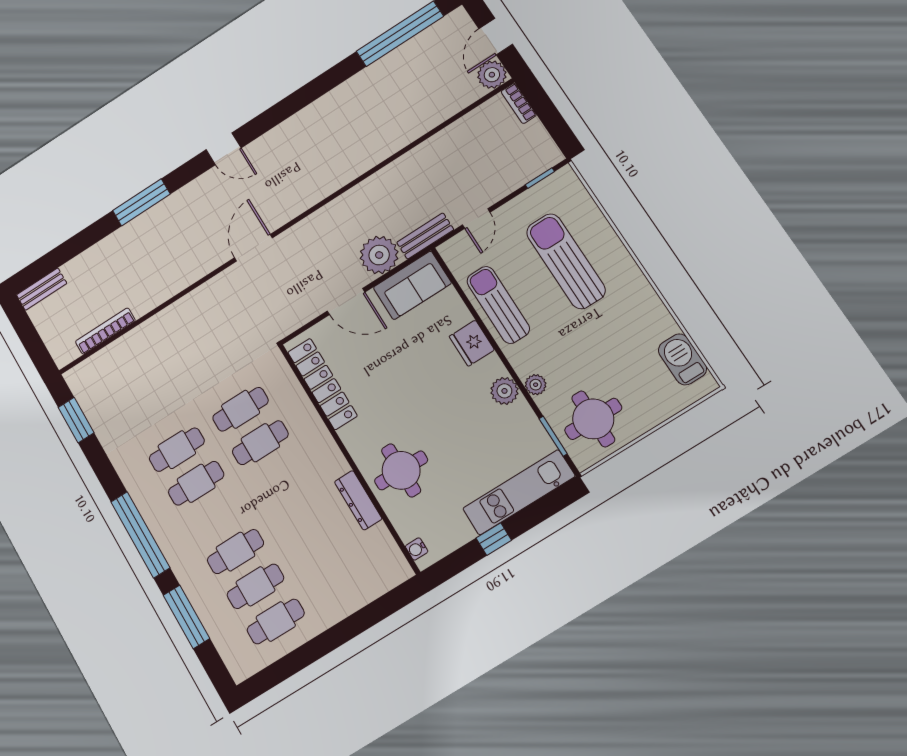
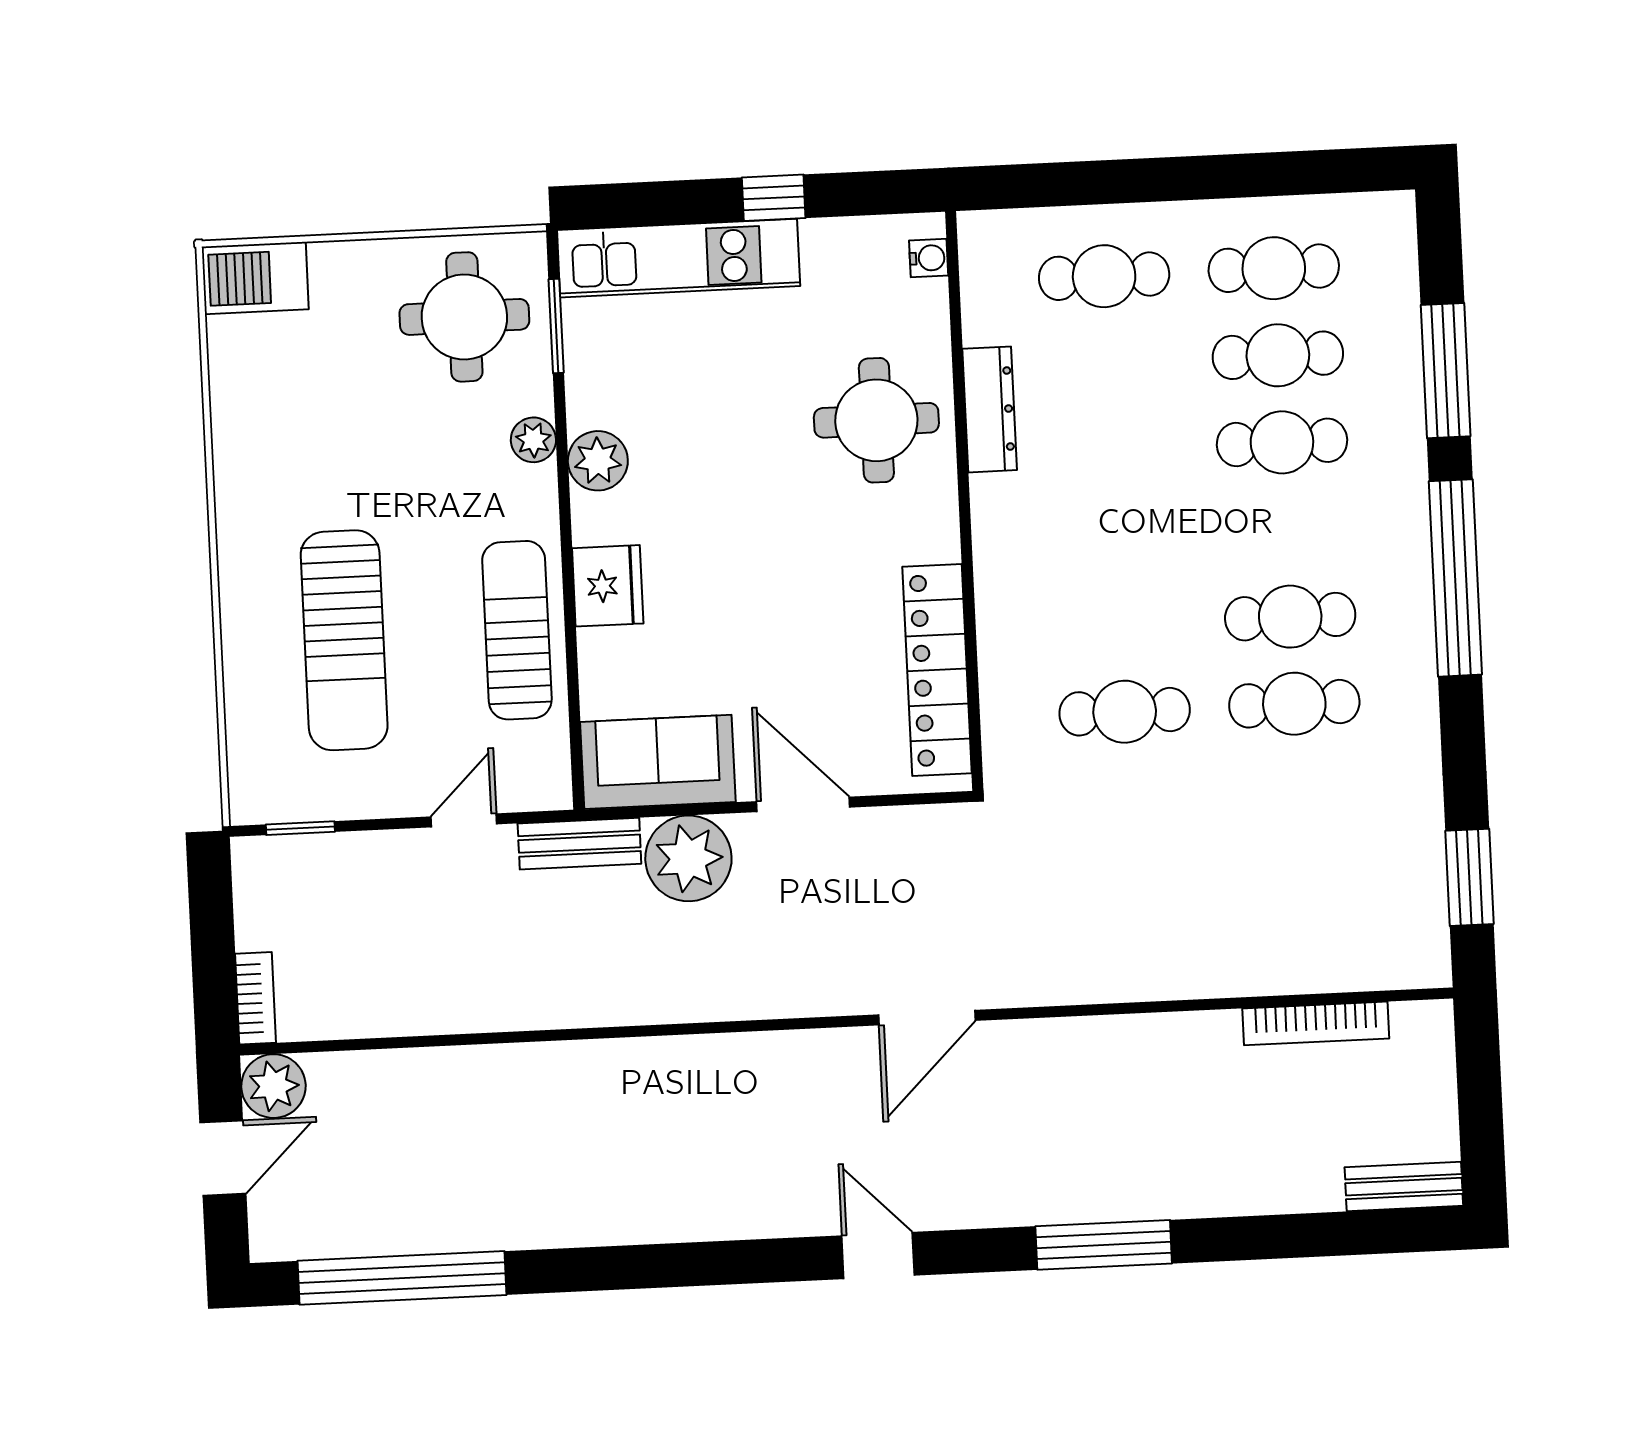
sun lounger: (498, 305) -> (517, 630), turned 180
barbecue: (682, 359) -> (255, 278), moved, turned 90
cafe table: (260, 443) -> (1104, 276), moved

